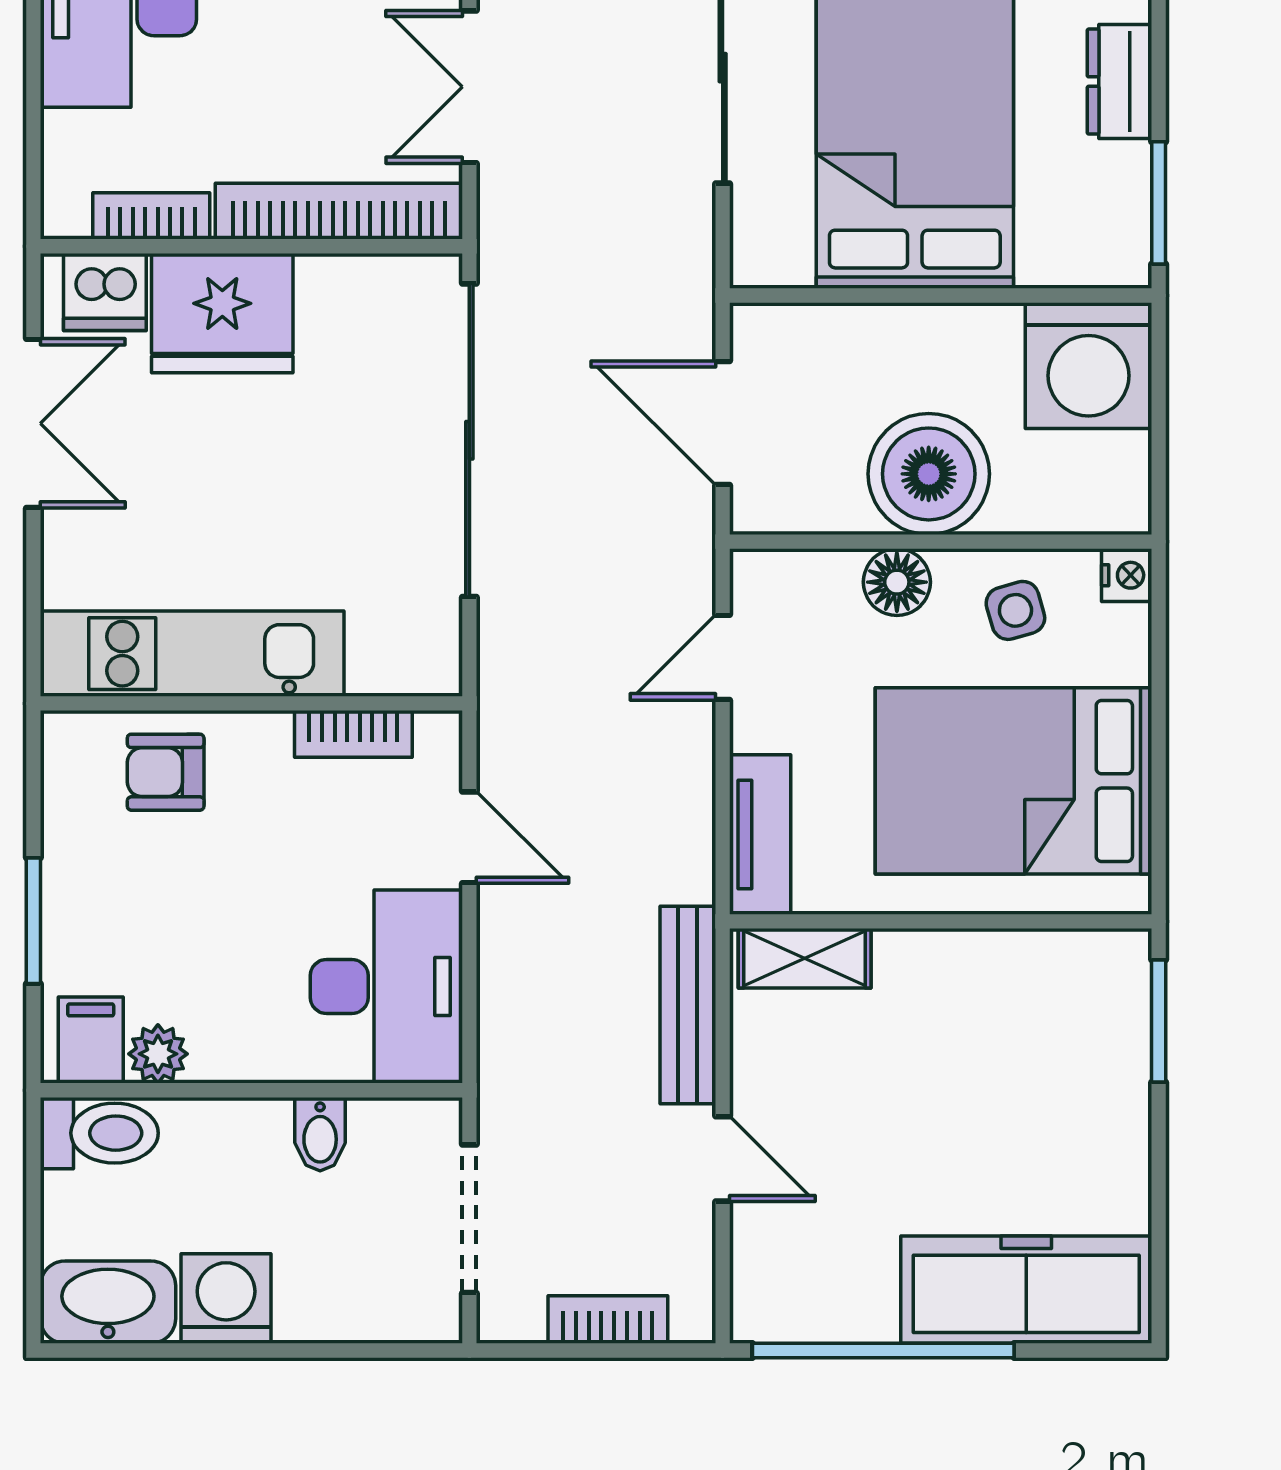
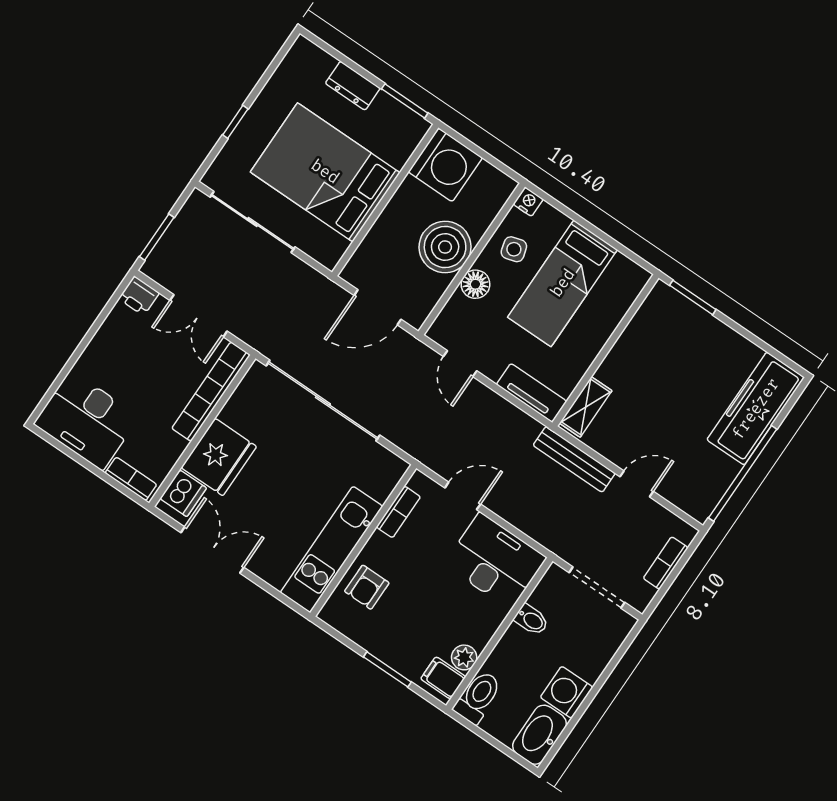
bookcase: (151, 216) -> (131, 479), moved, turned 90
bed: (1013, 781) -> (563, 283), width x0.67

